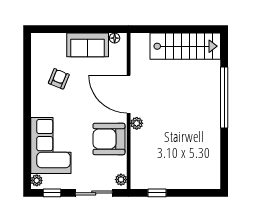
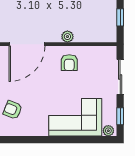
plant: (137, 123) -> (67, 37), moved
armchair: (109, 139) -> (69, 63), width x0.53, depth x0.53
plant: (121, 180) -> (107, 51), removed

